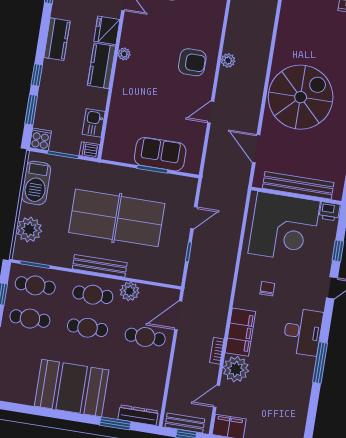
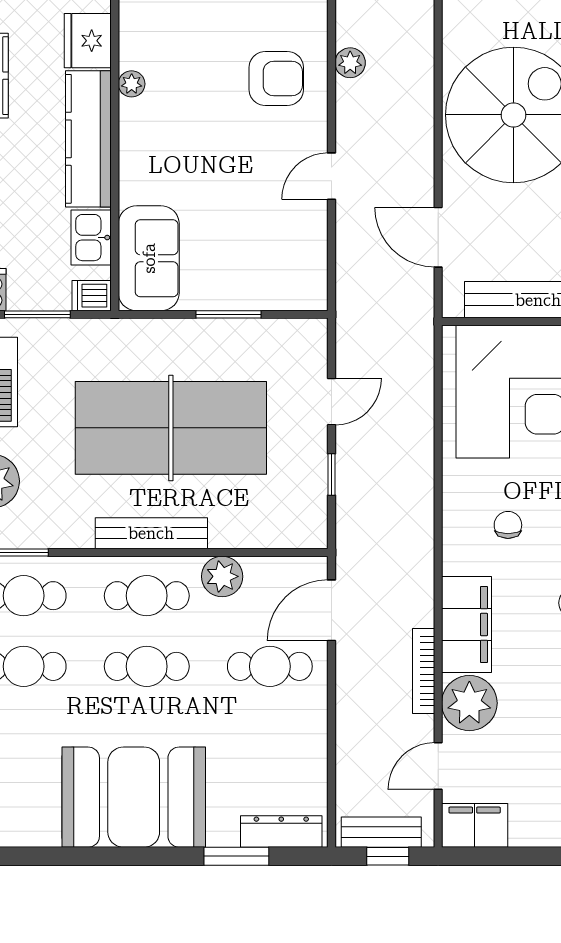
kitchen counter: (102, 66) -> (88, 139), width x1.50
sofa: (160, 154) -> (149, 258), moved, turned 90
bookcase: (217, 351) -> (424, 671), width x1.56

